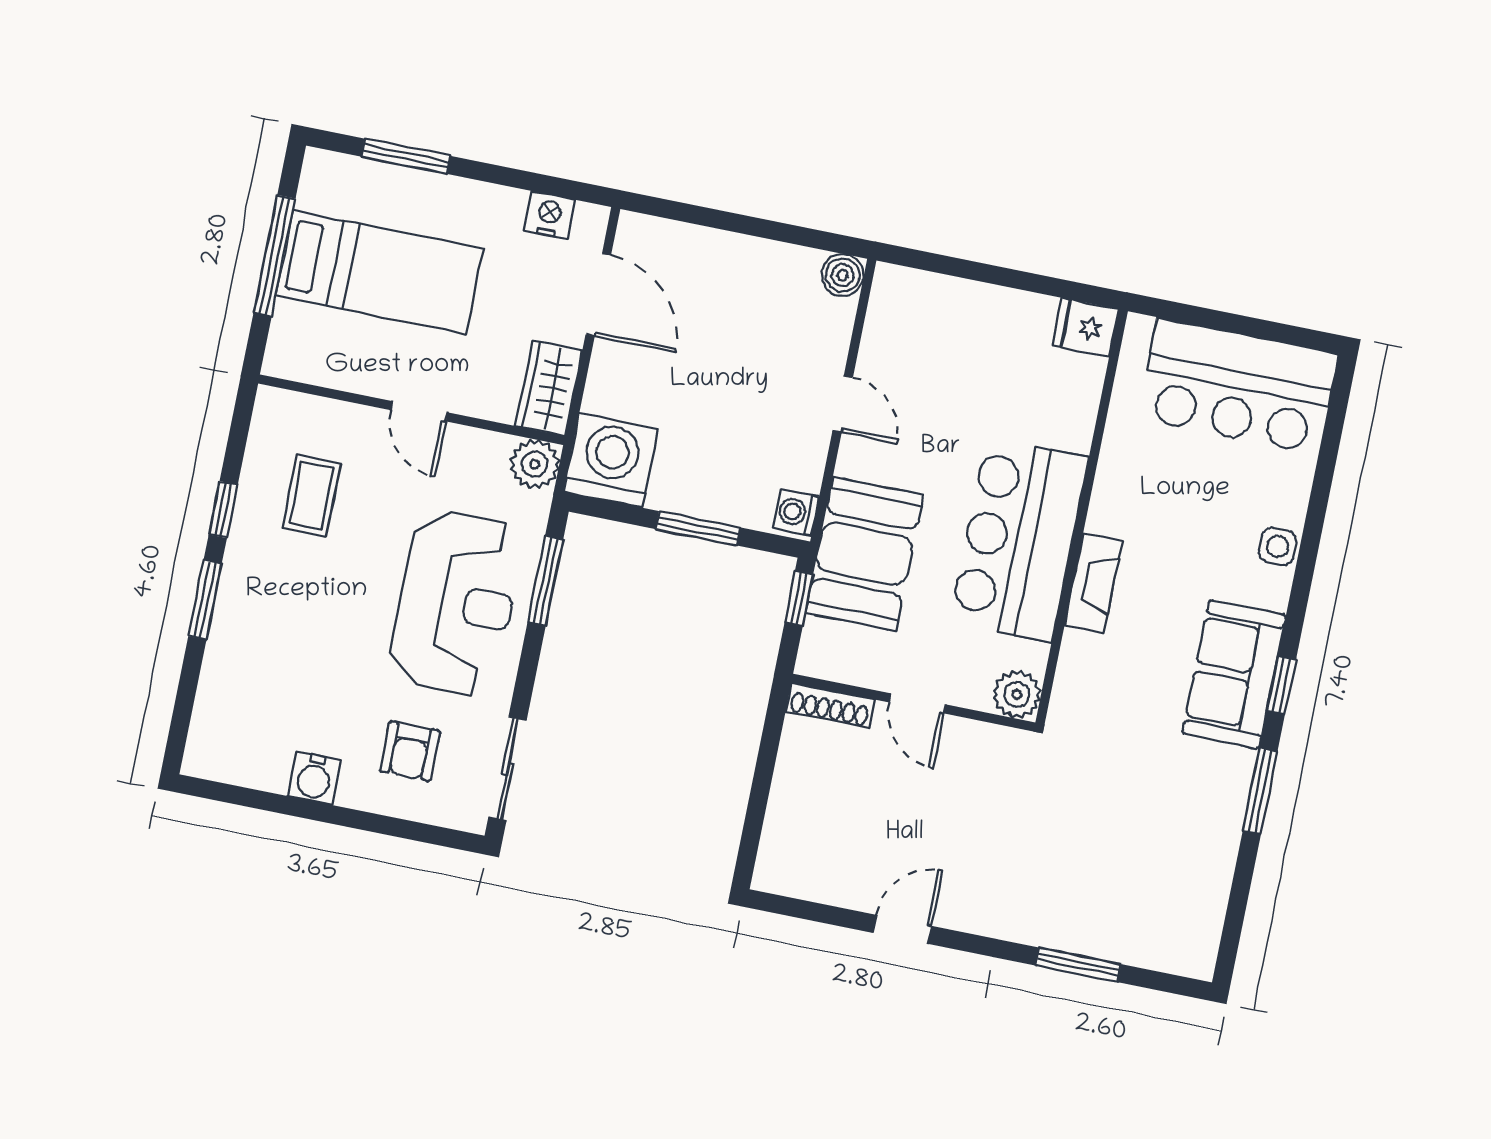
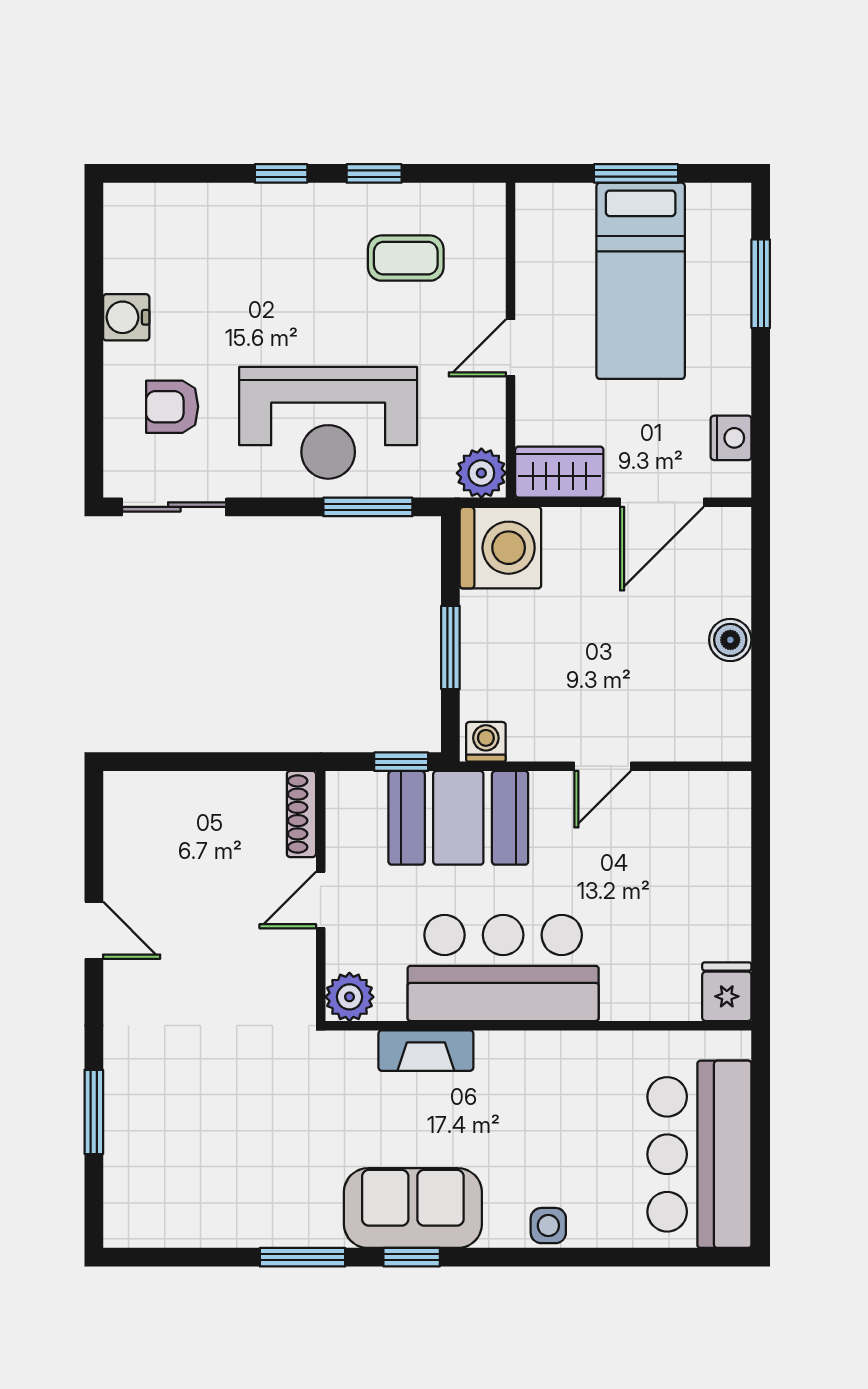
window: (274, 256) -> (636, 173), width x0.69
boiler: (843, 275) -> (730, 640), moved
fireplace: (1093, 583) -> (426, 1051), moved
window: (205, 600) -> (281, 173), width x0.67

